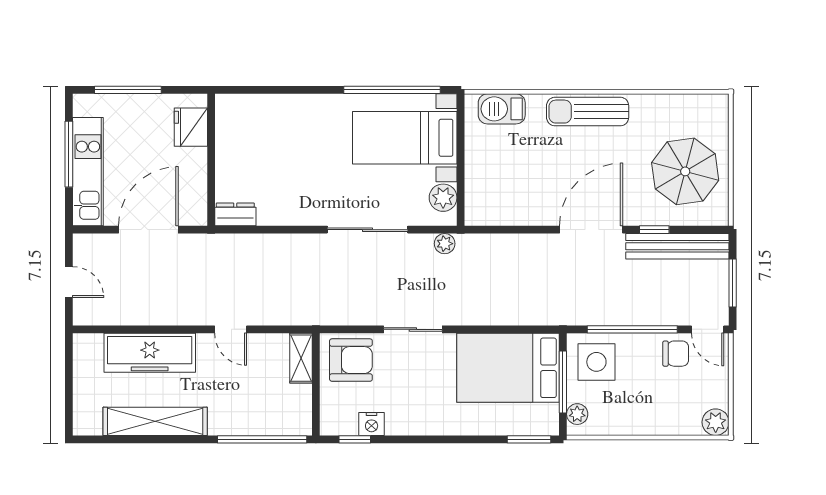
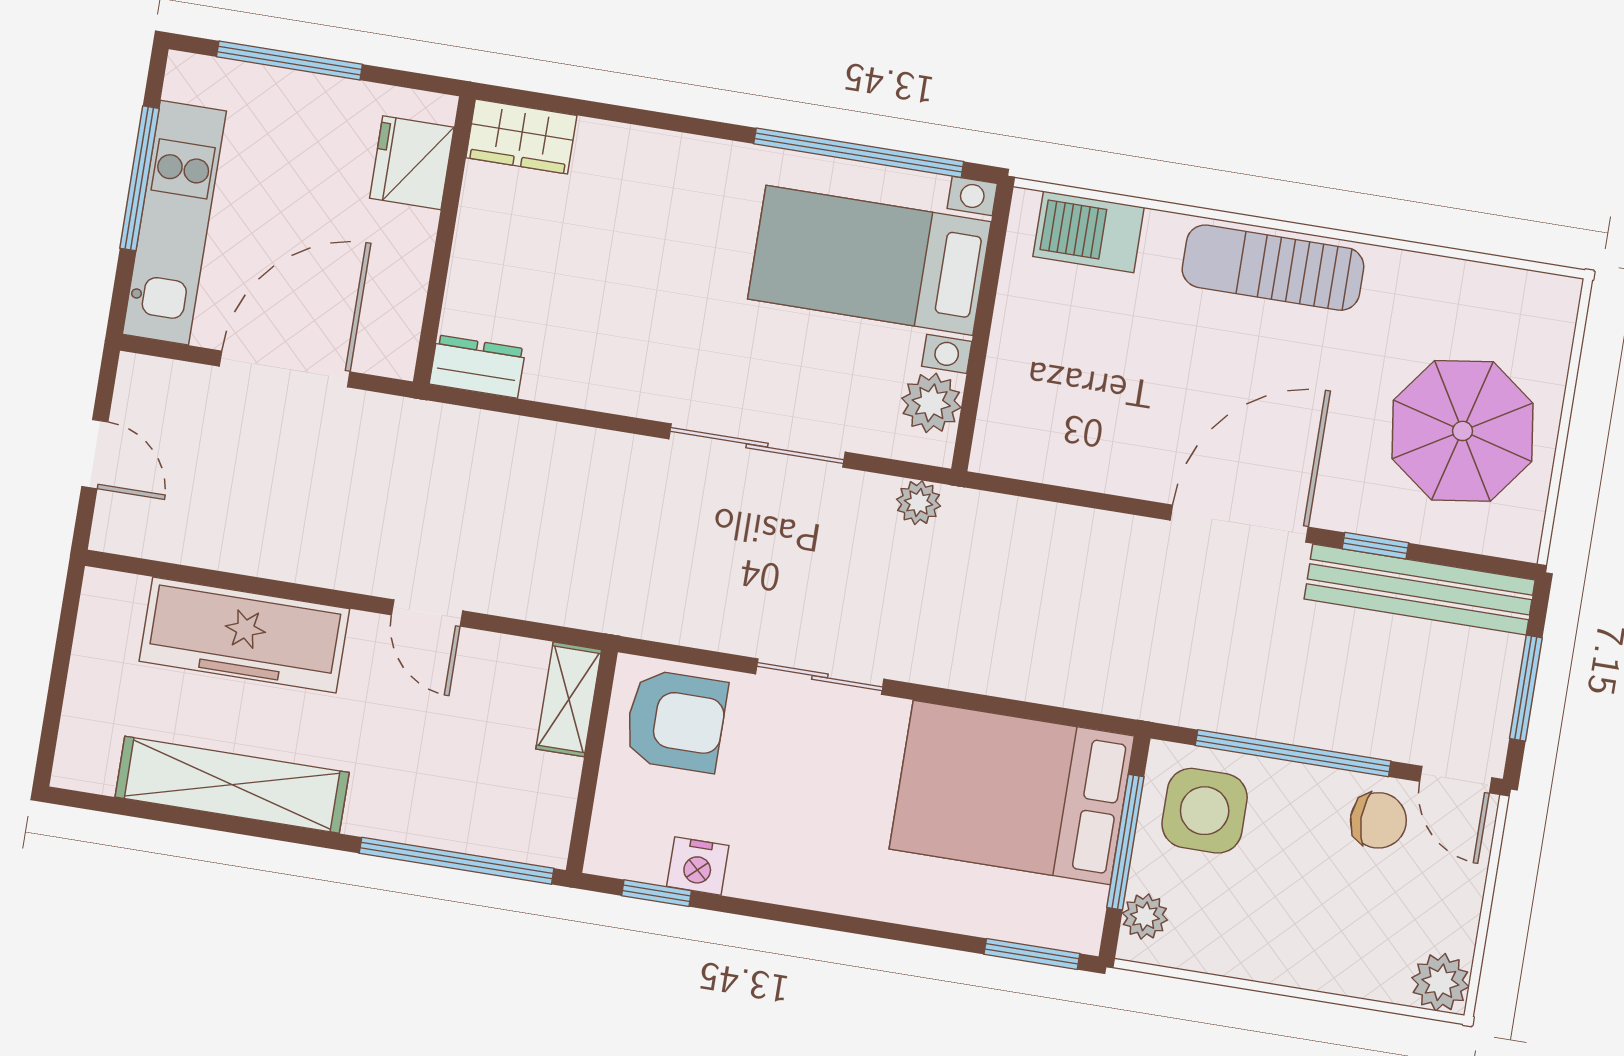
wardrobe: (238, 107) -> (521, 137), added

